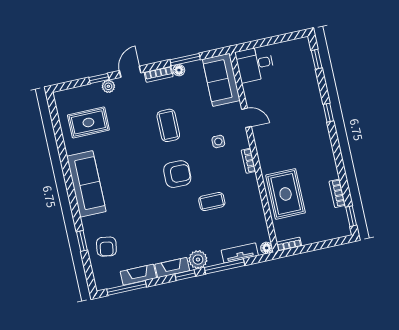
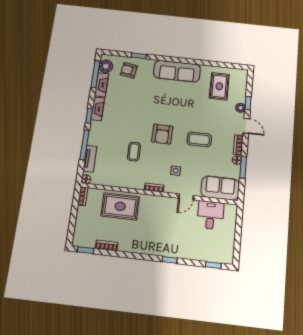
desk: (255, 64) -> (210, 215), moved
plant: (198, 260) -> (106, 66), moved

